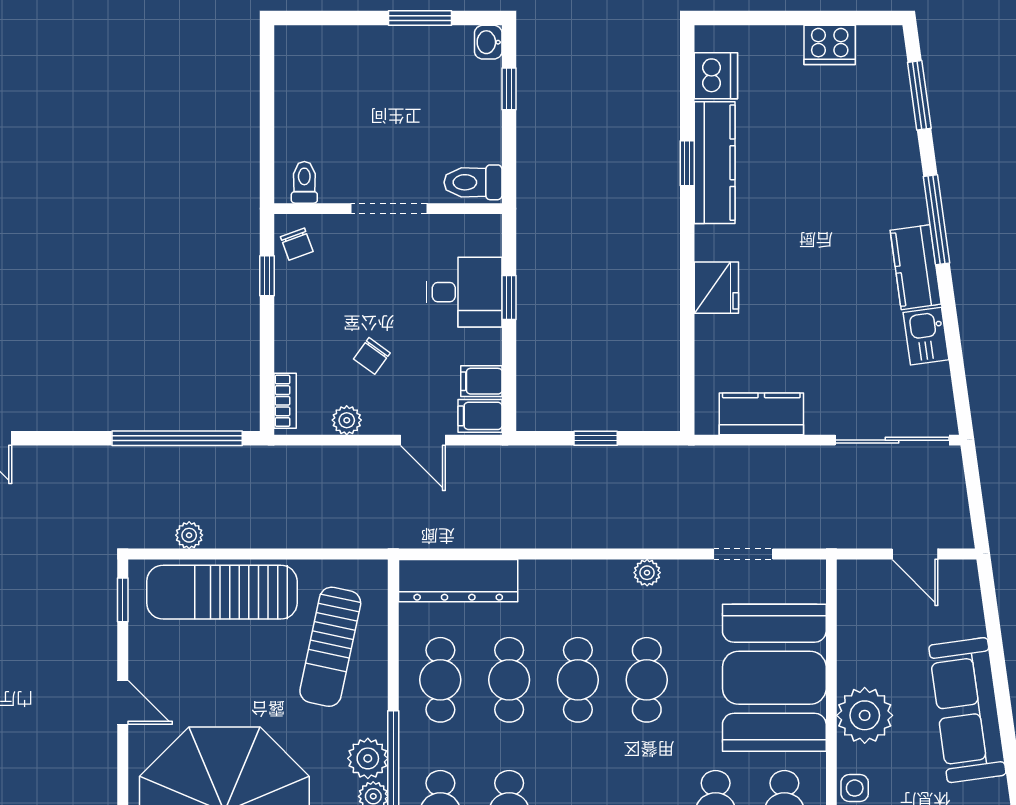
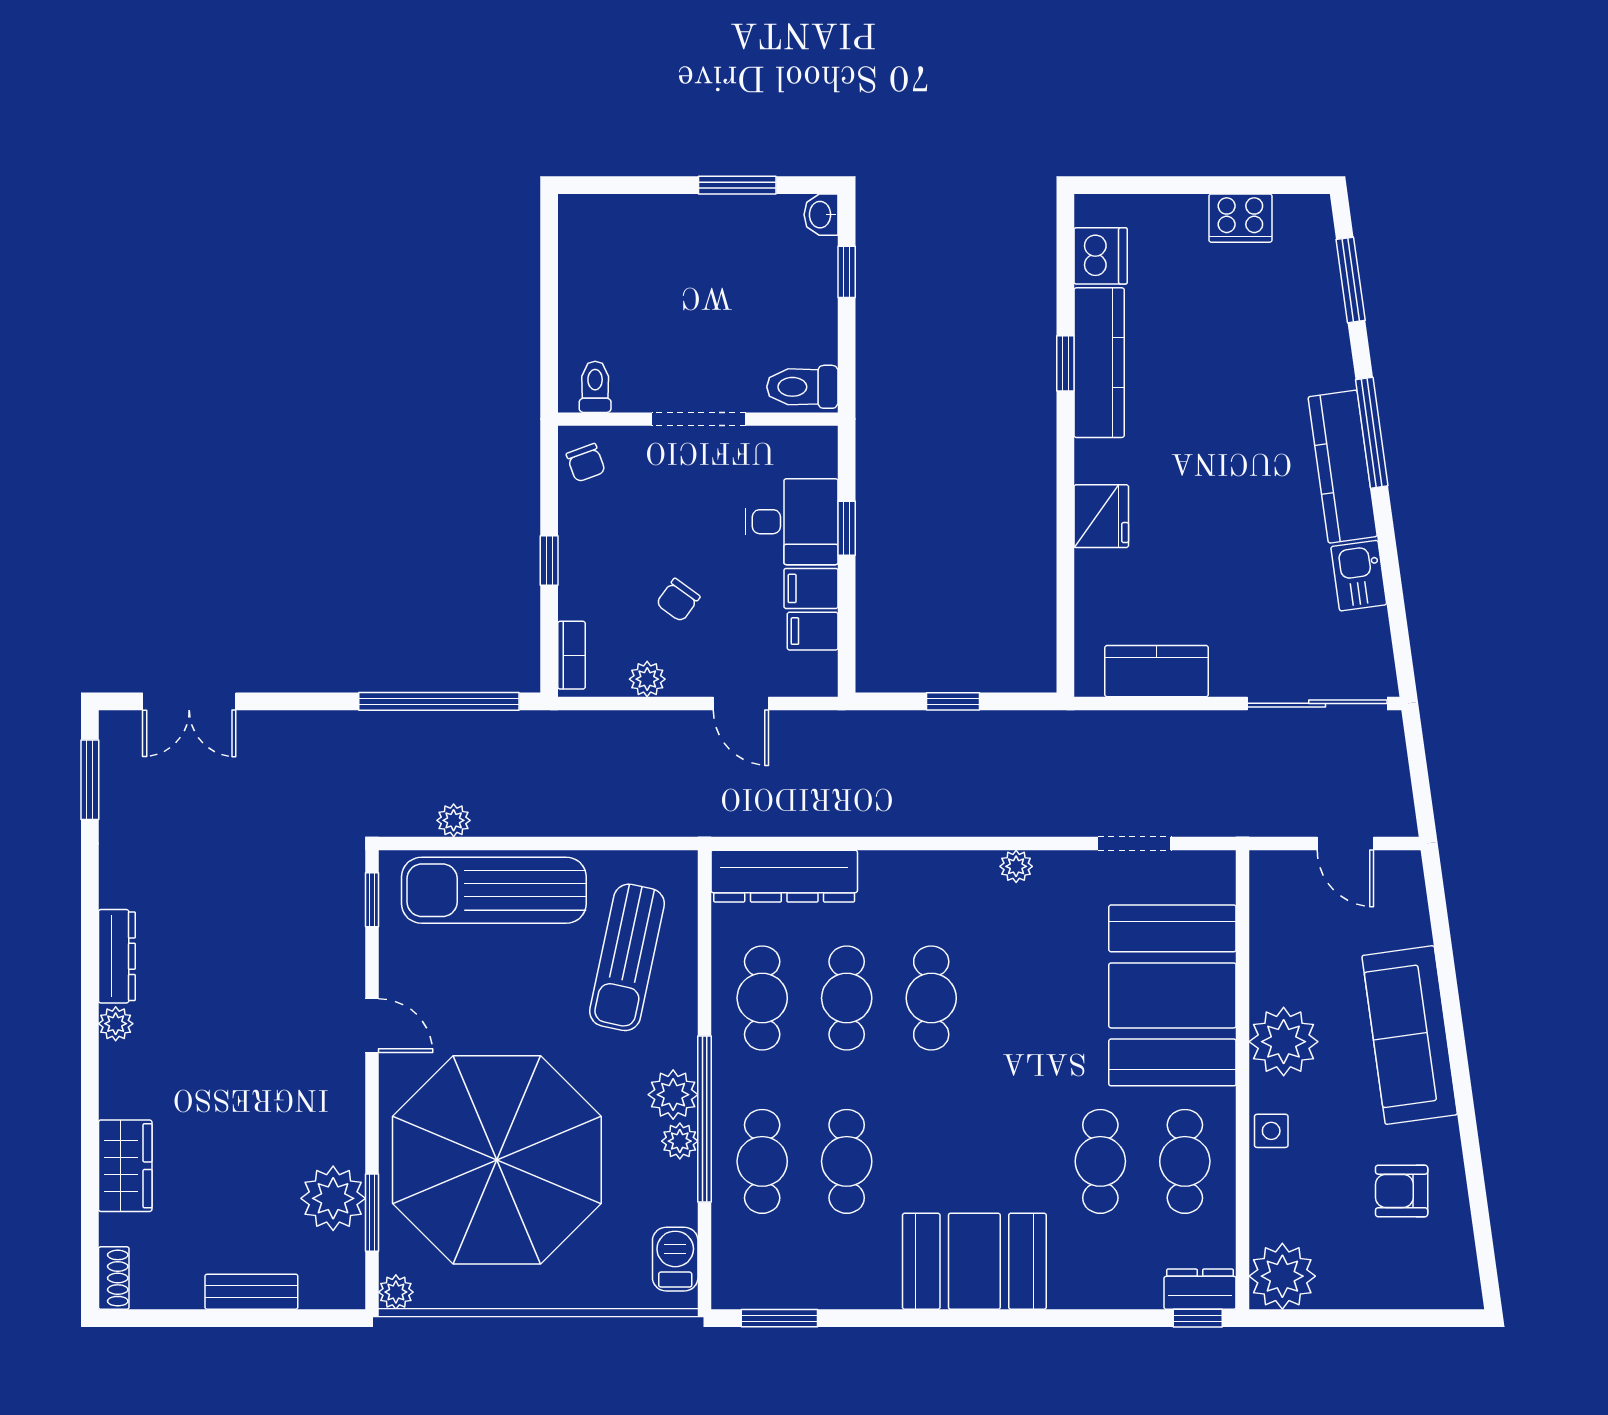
kitchen counter: (916, 267) -> (1343, 467), width x1.50
window: (267, 276) -> (549, 560), moved
filing cabinet: (480, 416) -> (811, 588), moved
cafe table: (647, 680) -> (1016, 998), removed

